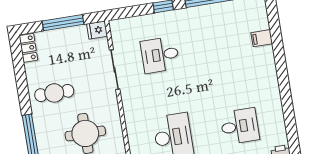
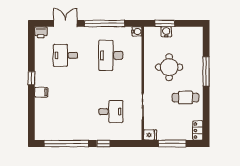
filing cabinet: (262, 38) -> (41, 92), moved
window: (284, 85) -> (31, 78), added

